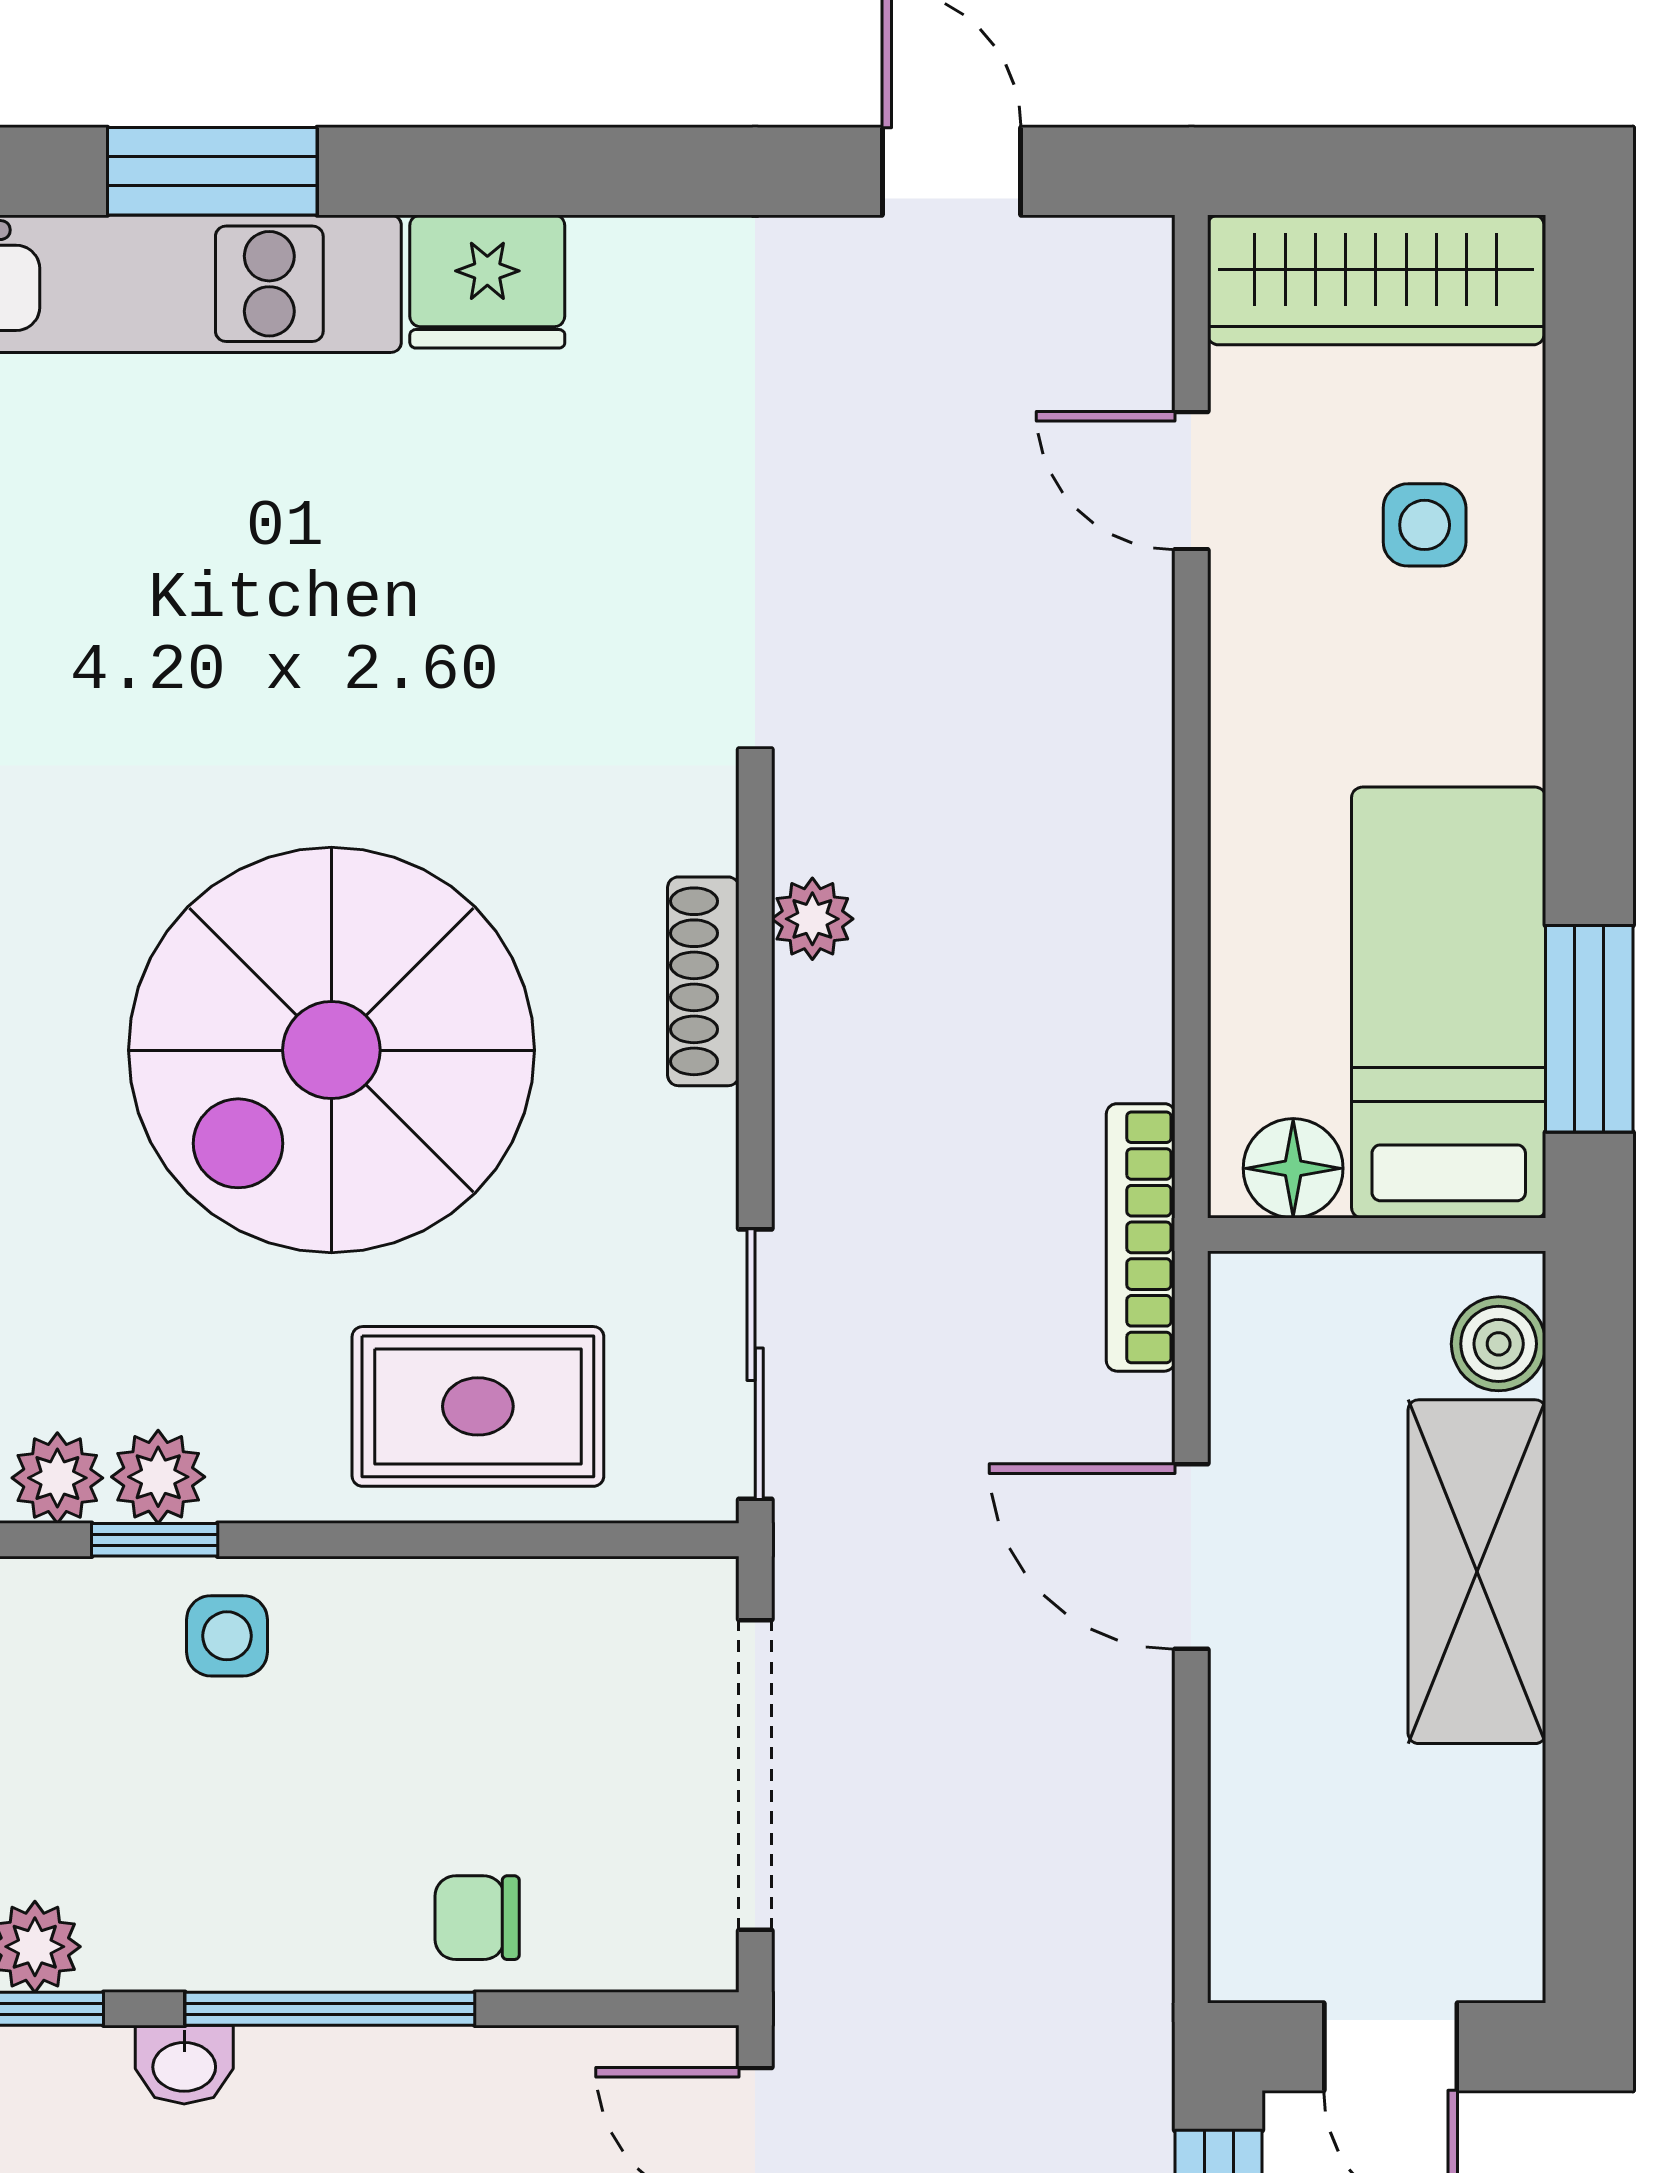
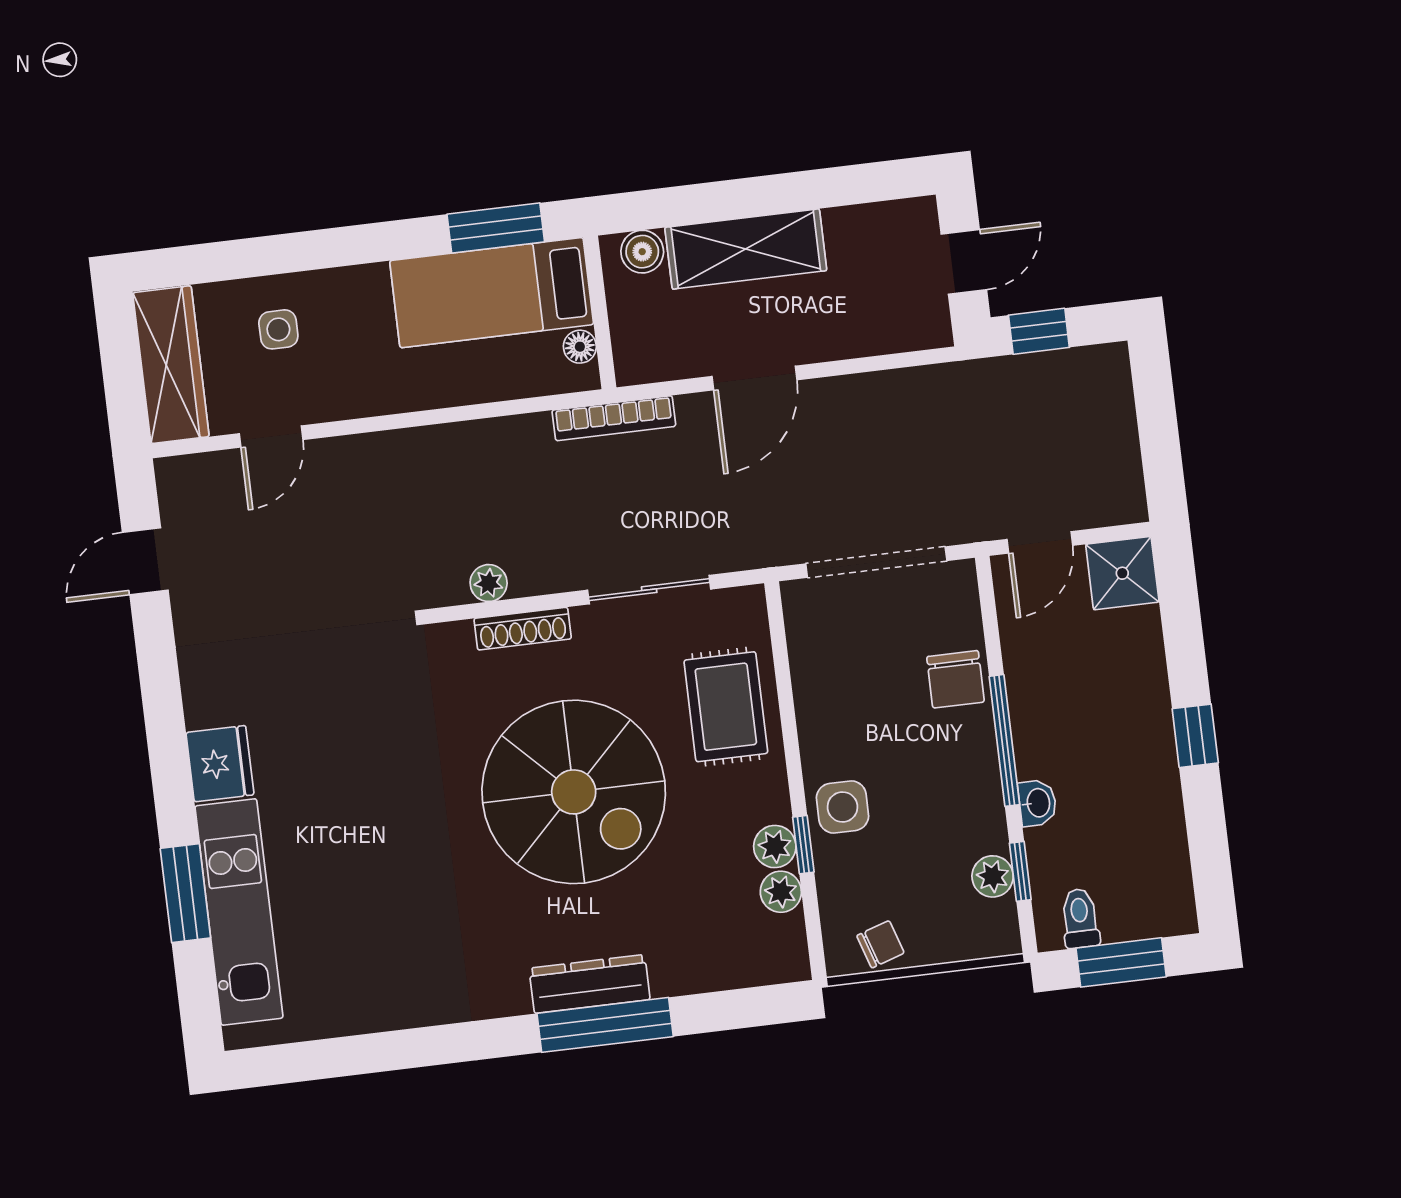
floor lamp: (1293, 1168) -> (580, 347), width x0.73, depth x0.73
sliding door: (755, 1364) -> (649, 590), moved
side table: (227, 1636) -> (843, 807), width x1.37, depth x1.37
chair: (477, 1918) -> (956, 679), width x1.37, depth x1.37

